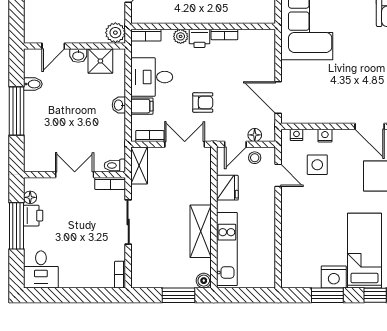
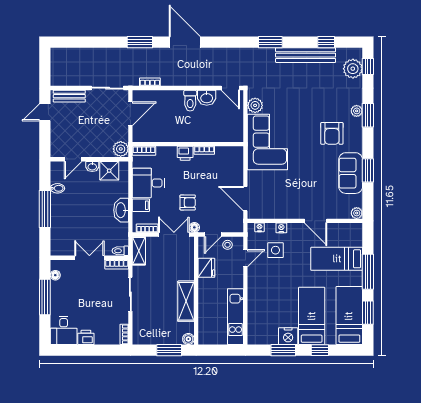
plant: (181, 36) -> (171, 152), removed
washbasin: (119, 105) -> (121, 210), width x1.91, depth x1.45
floor lamp: (255, 135) -> (194, 227), moved
door: (278, 175) -> (245, 258), hinge flipped
printer: (33, 216) -> (86, 337), moved, turned -90
kitchen unit: (227, 249) -> (235, 317), moved, turned 180

